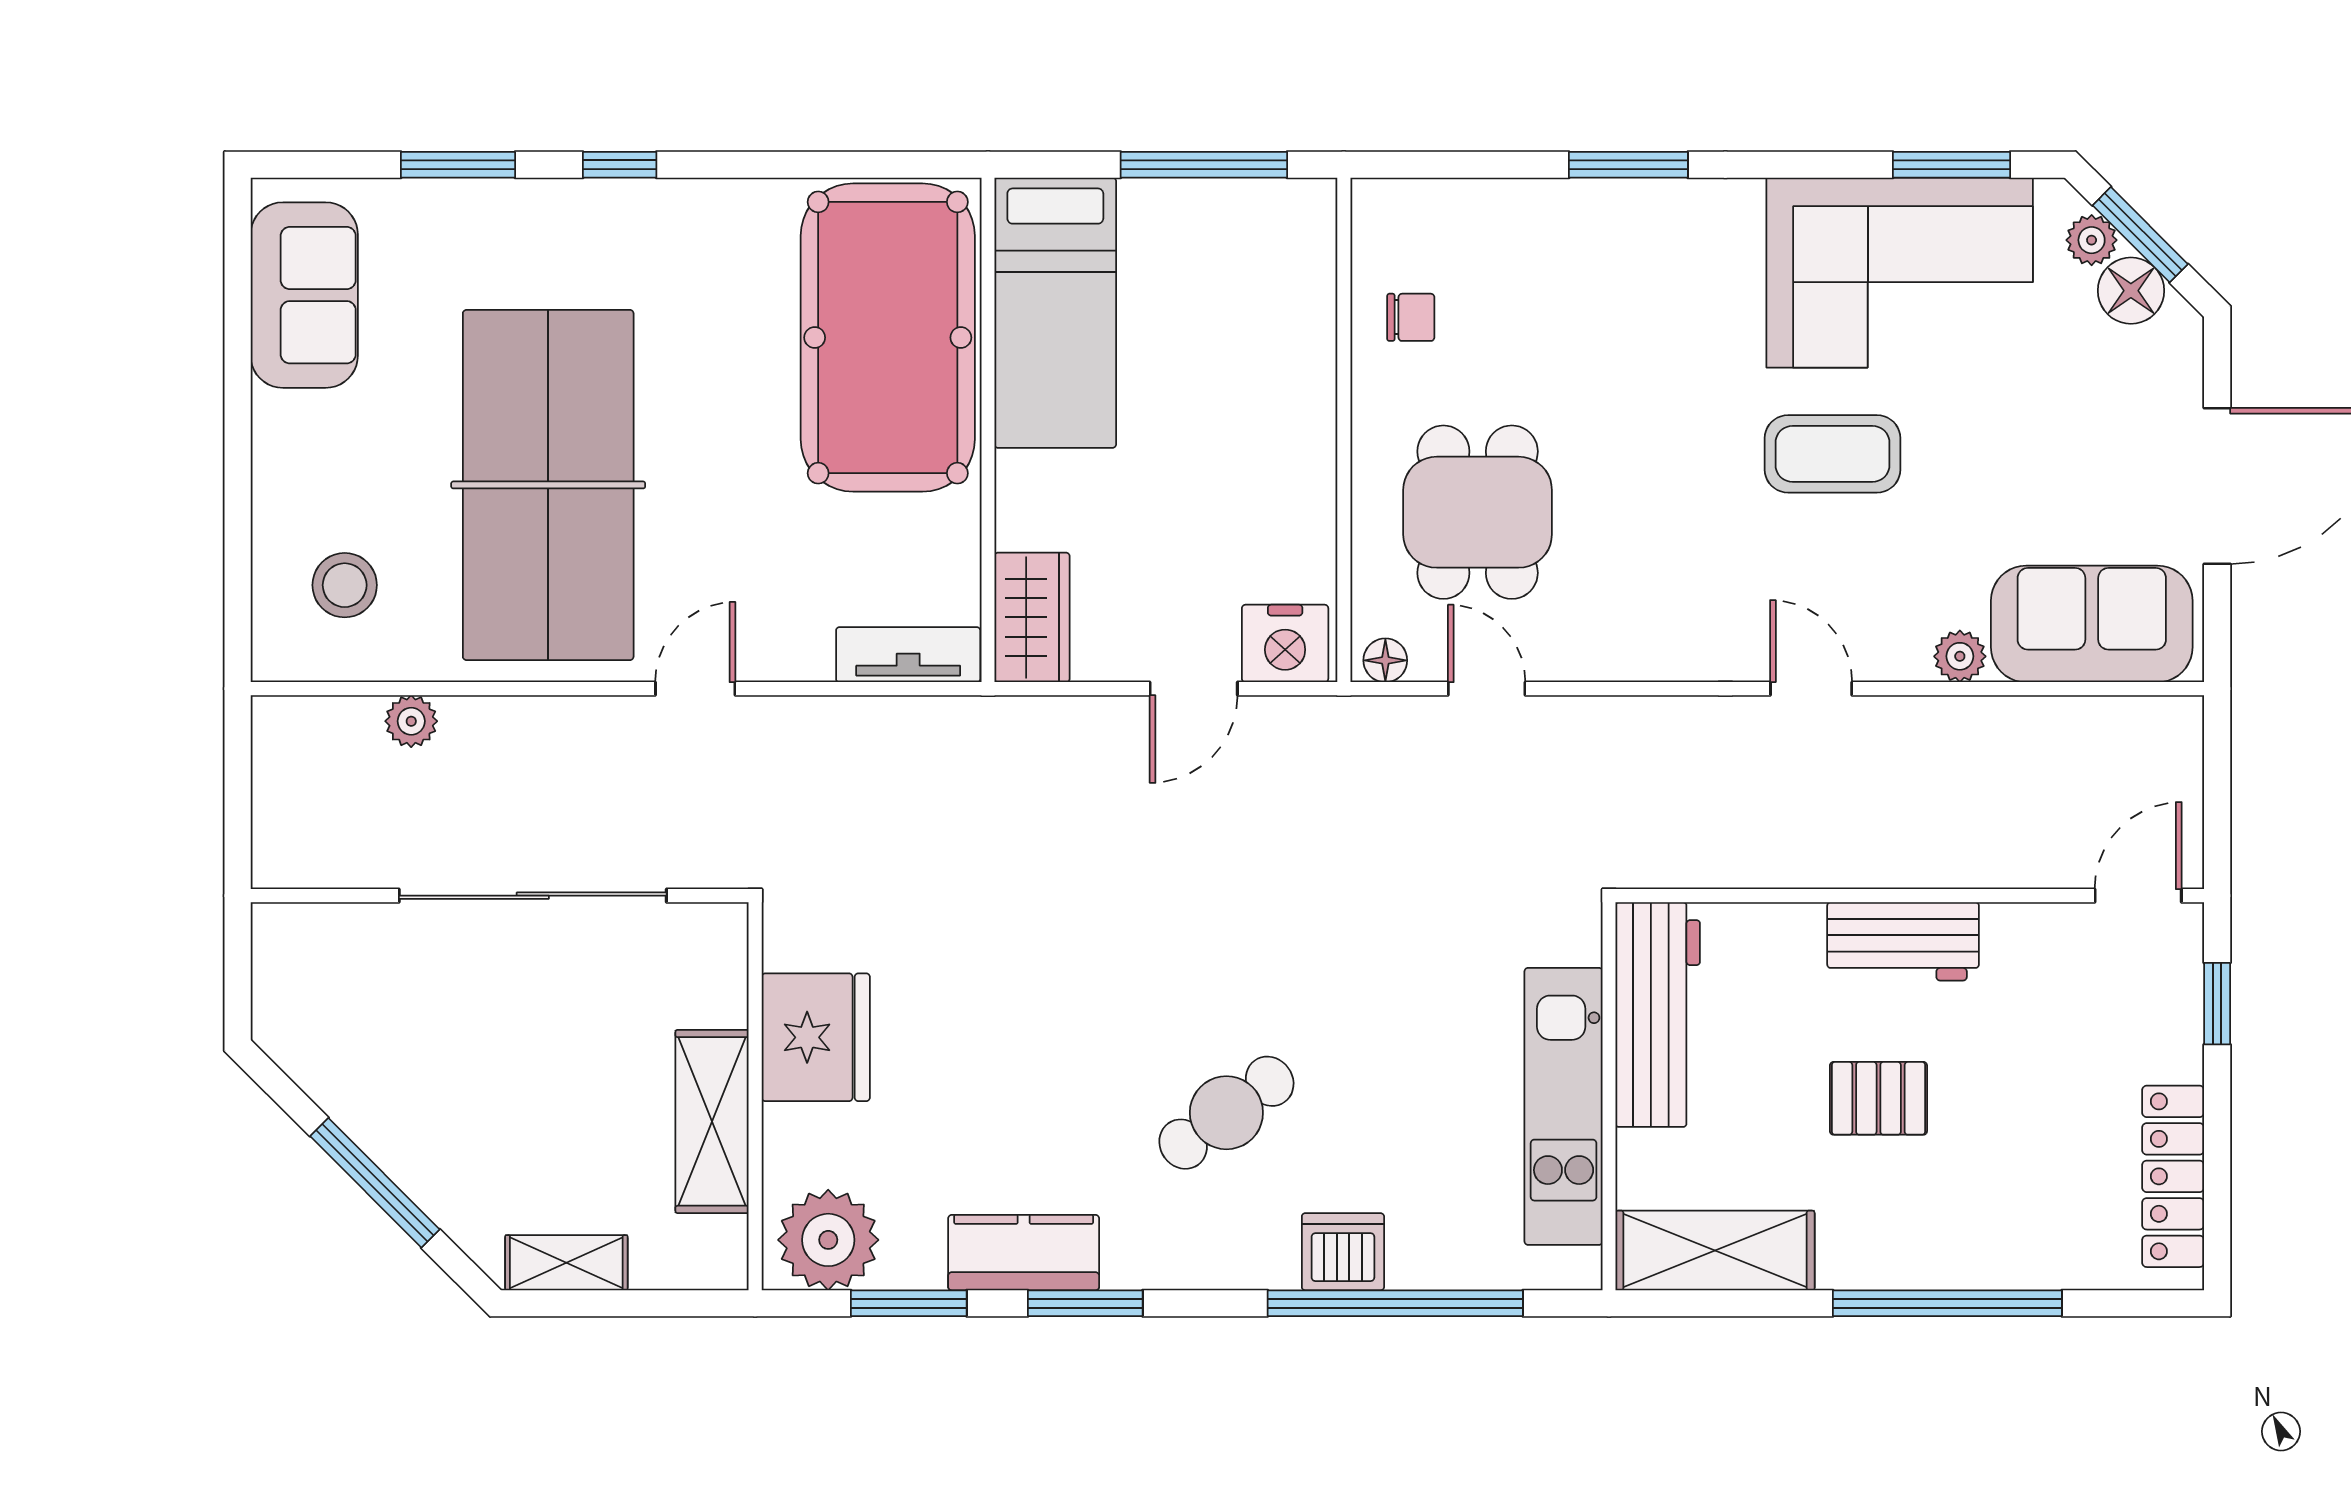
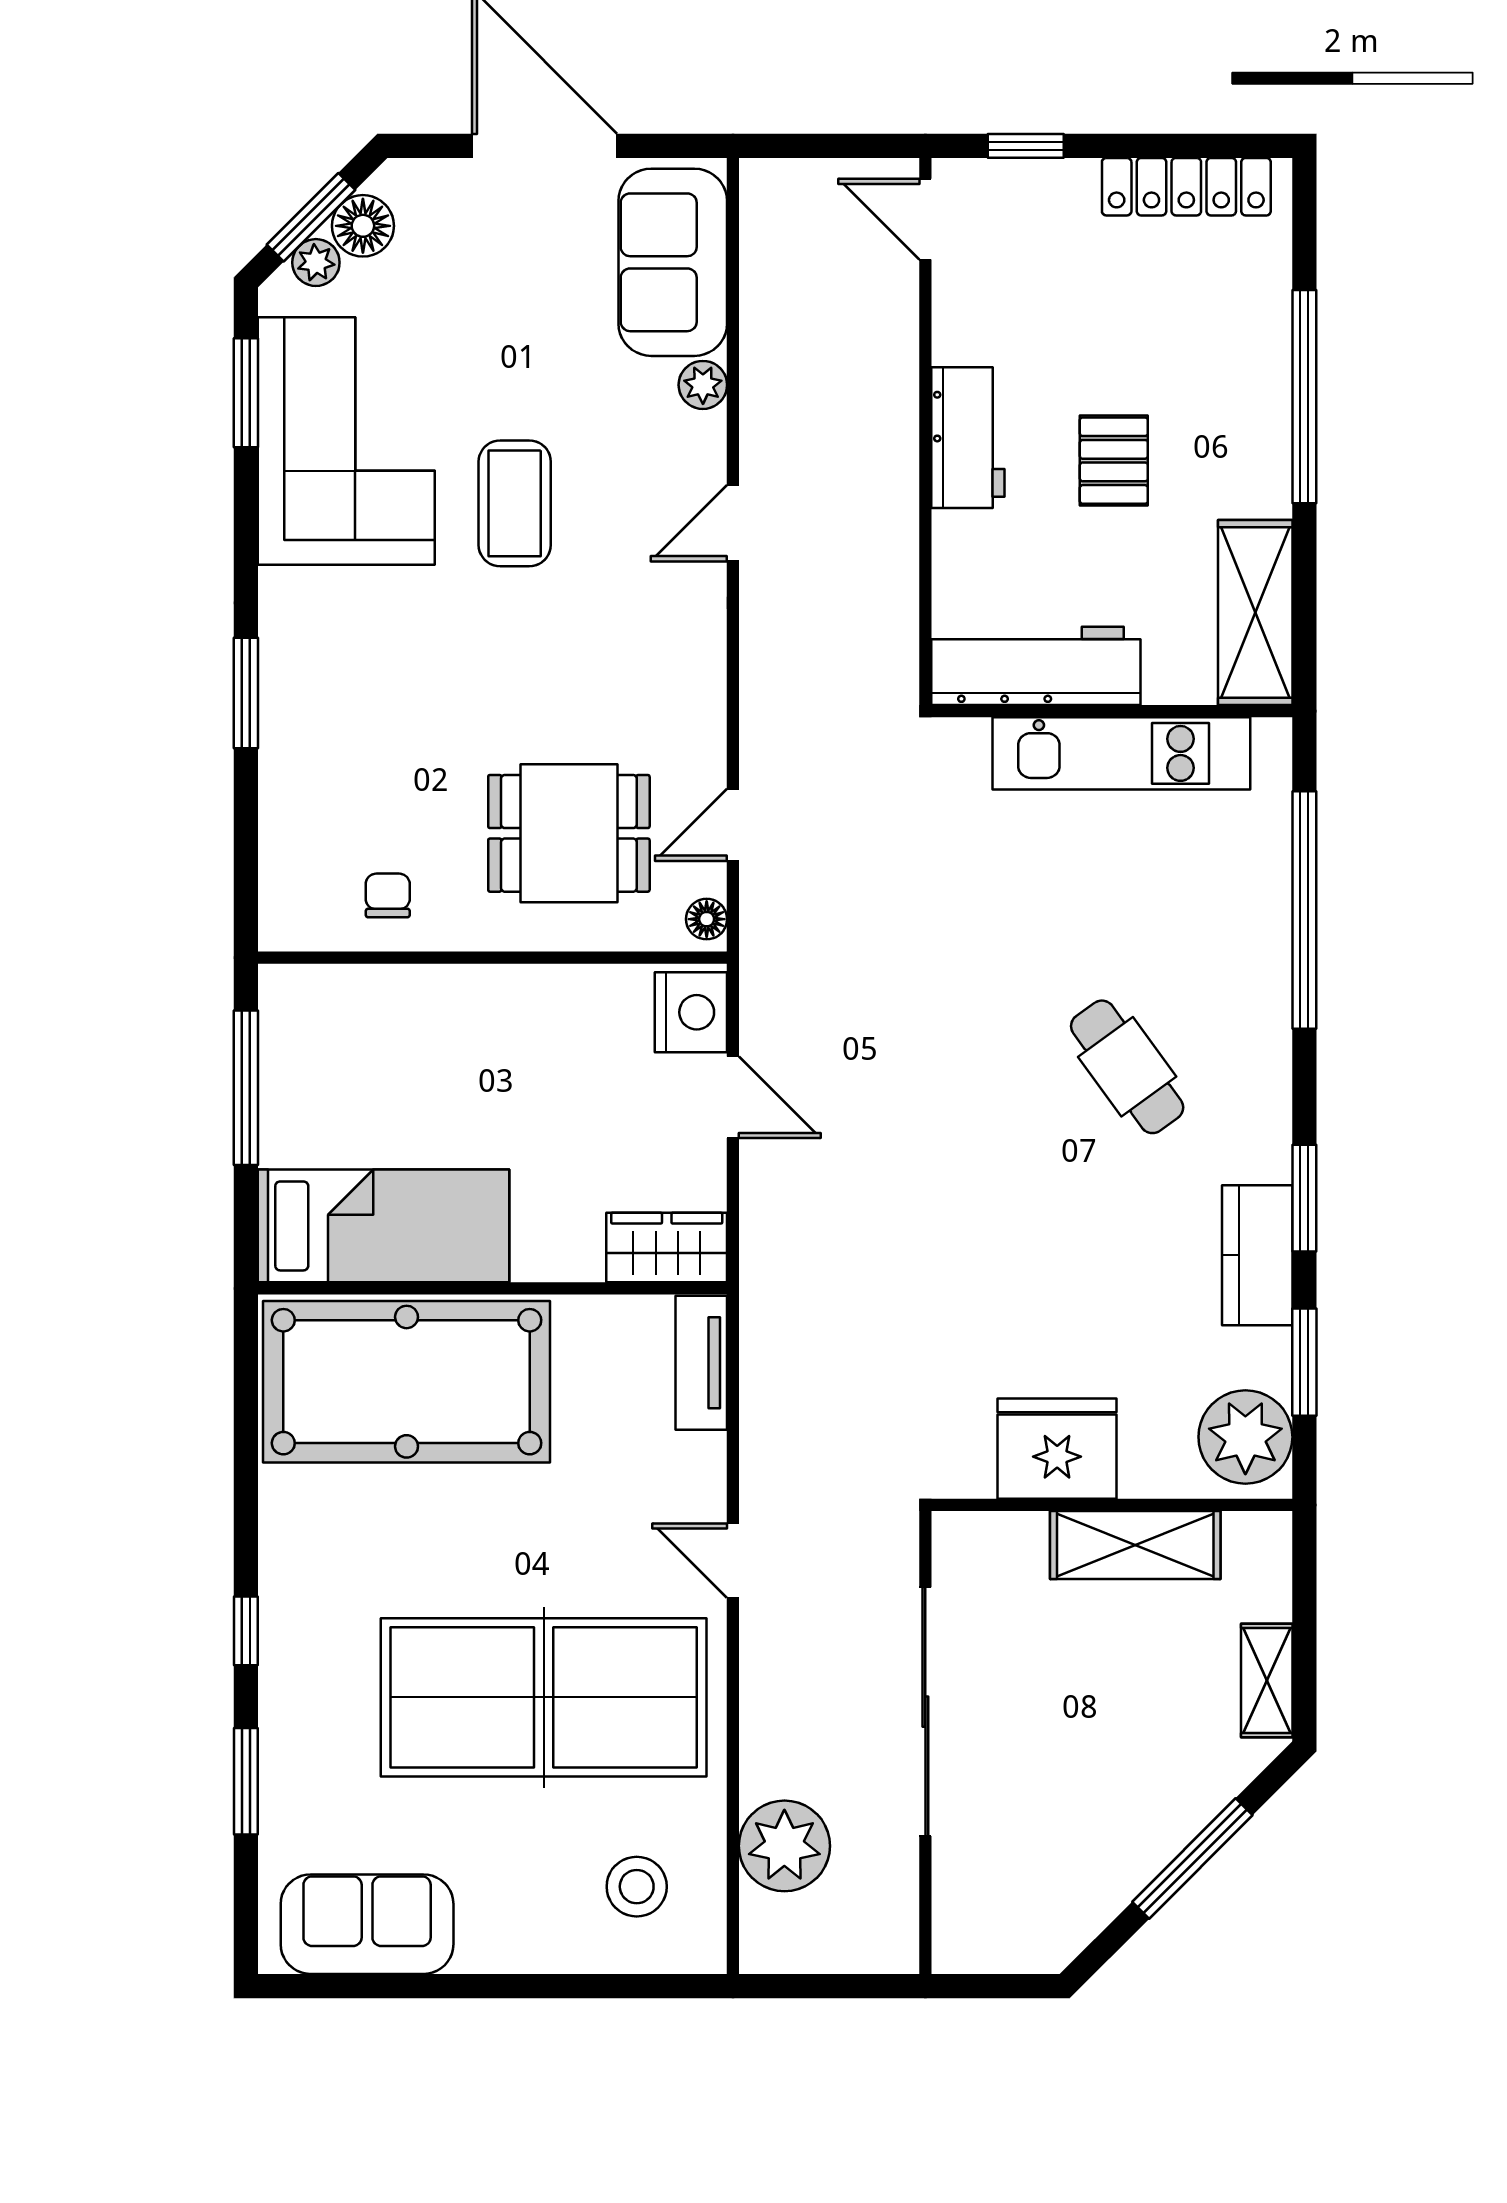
plant: (411, 721) -> (784, 1846), width x1.88, depth x1.88
dishwasher: (1343, 1252) -> (1256, 958), removed

